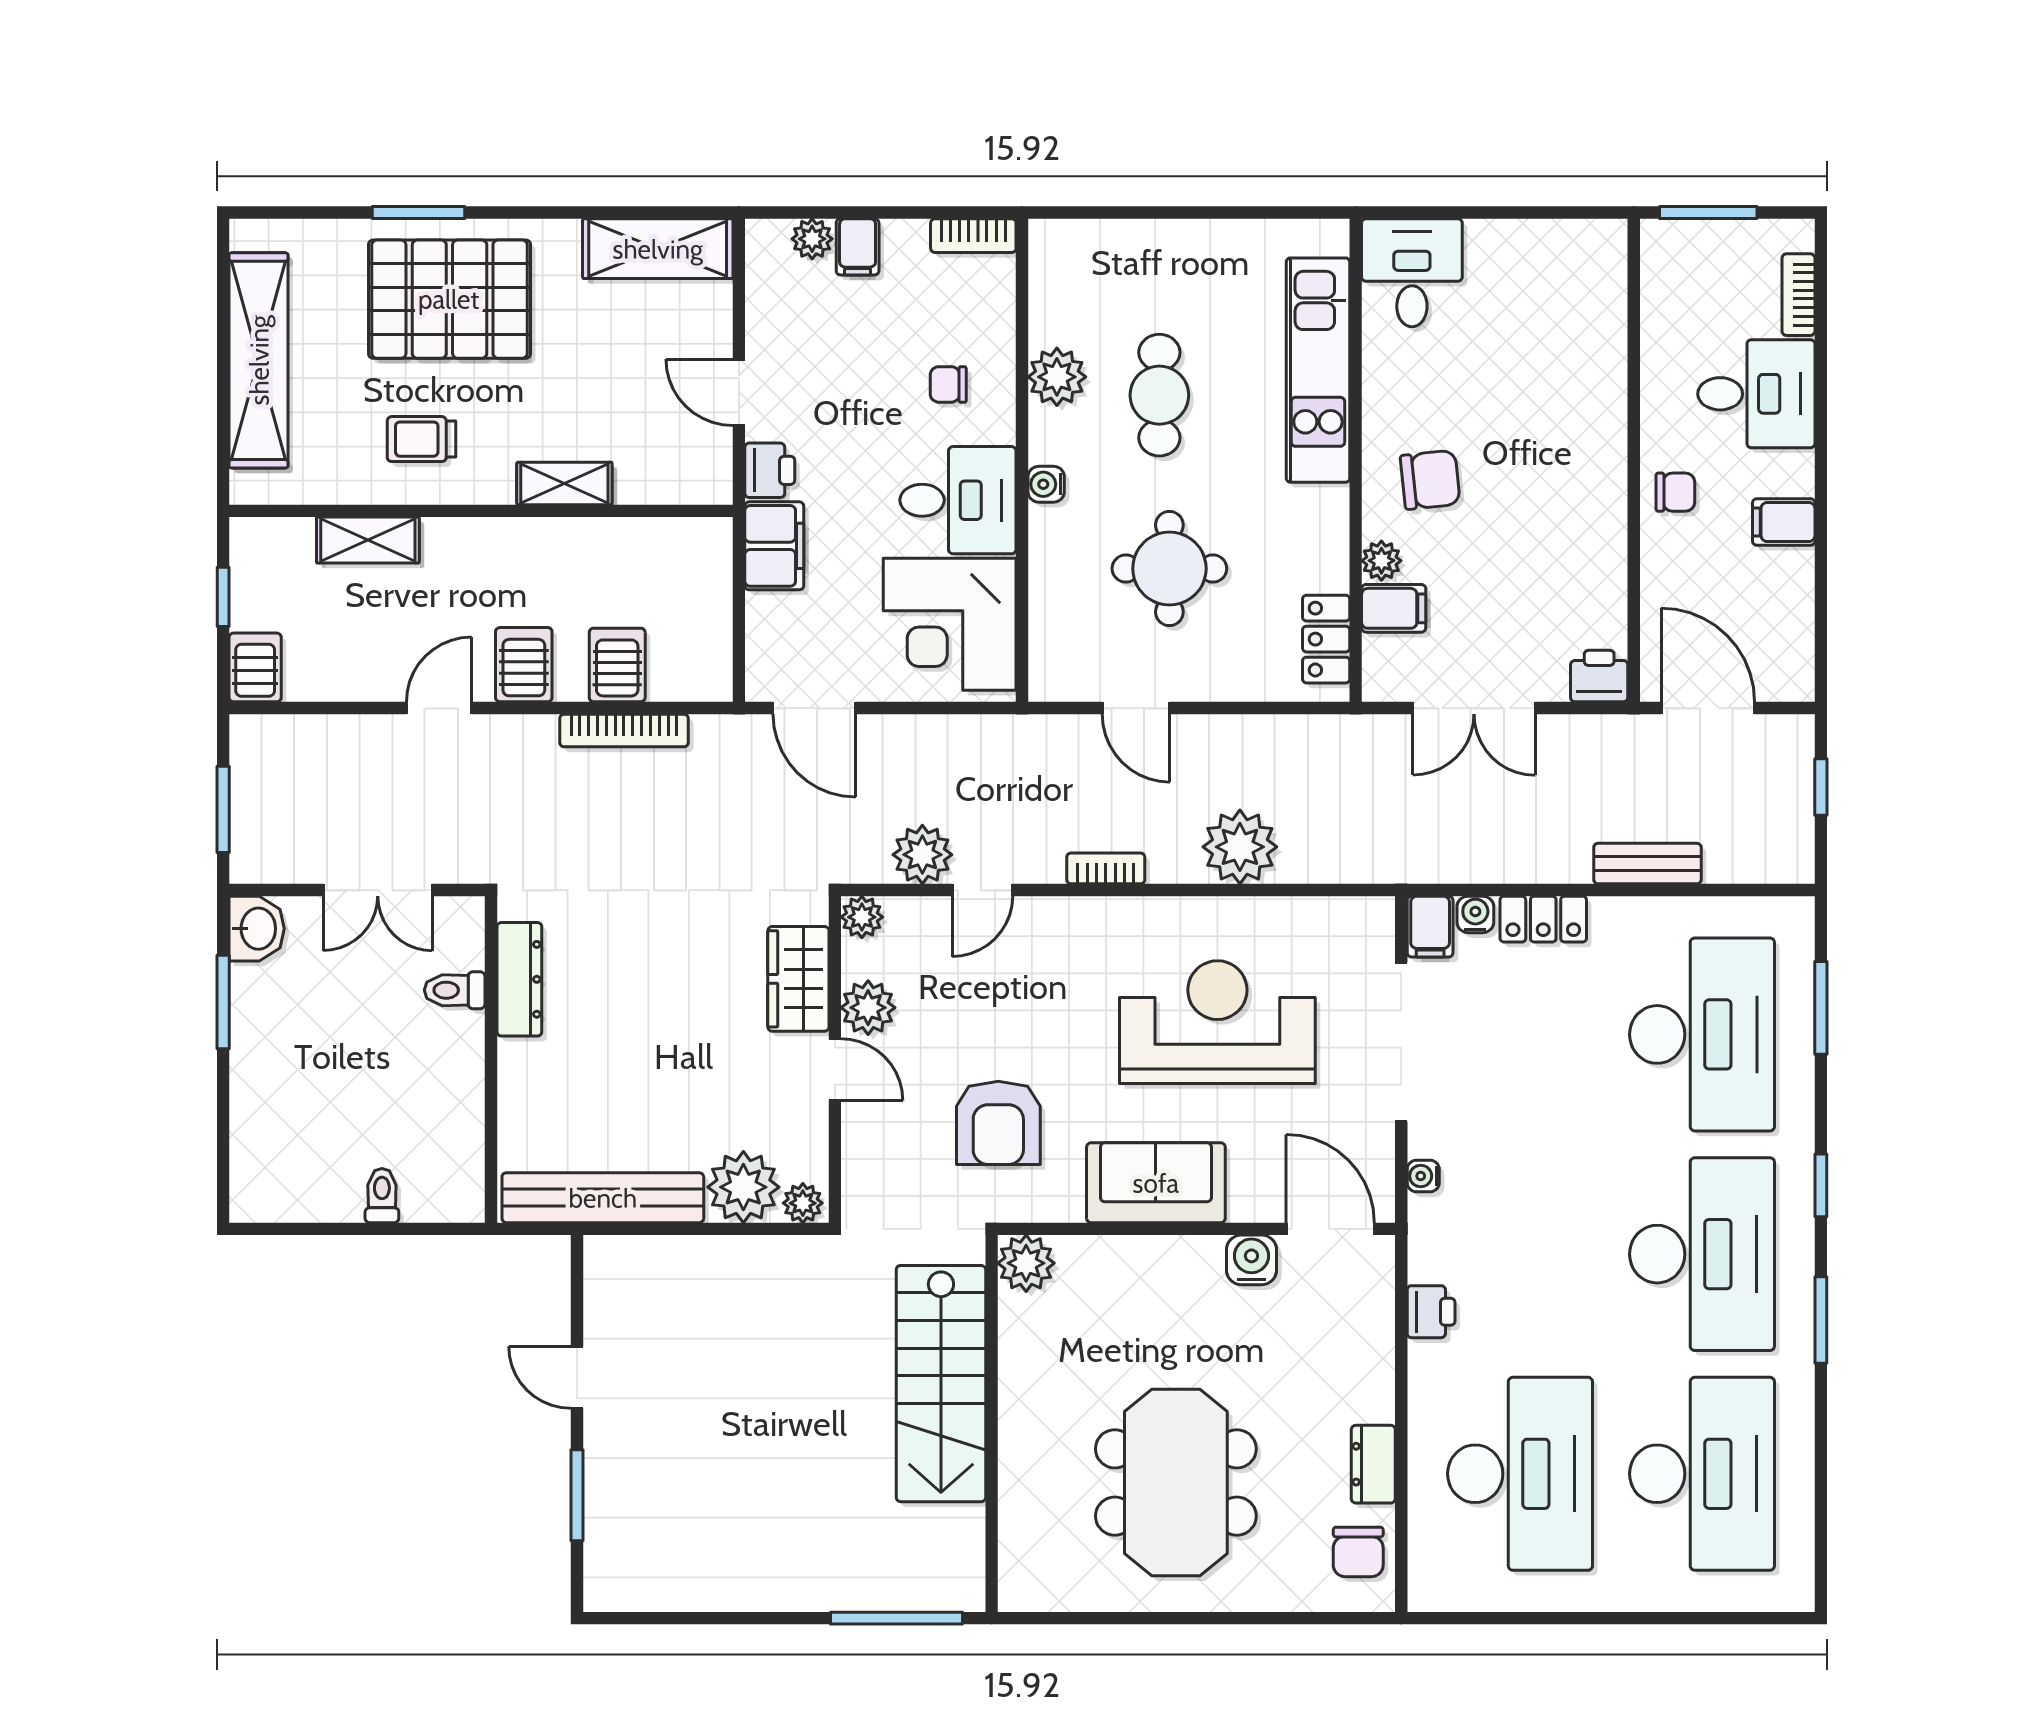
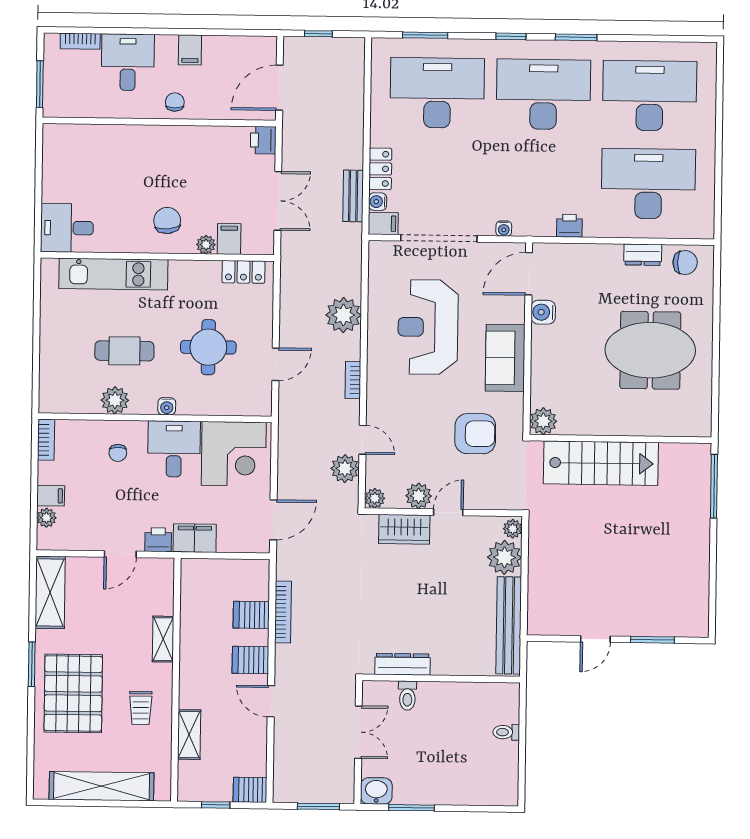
window: (419, 213) -> (32, 664), moved
bench: (1647, 864) -> (353, 196), moved

